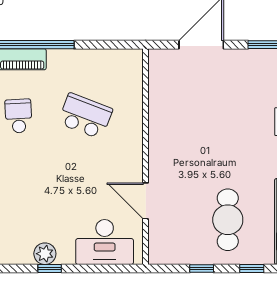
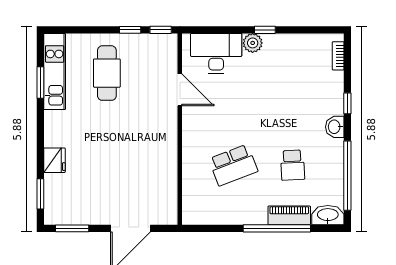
school desk: (85, 116) -> (233, 165), turned -42
plant: (45, 254) -> (253, 43), moved
window: (252, 269) -> (161, 30), moved

